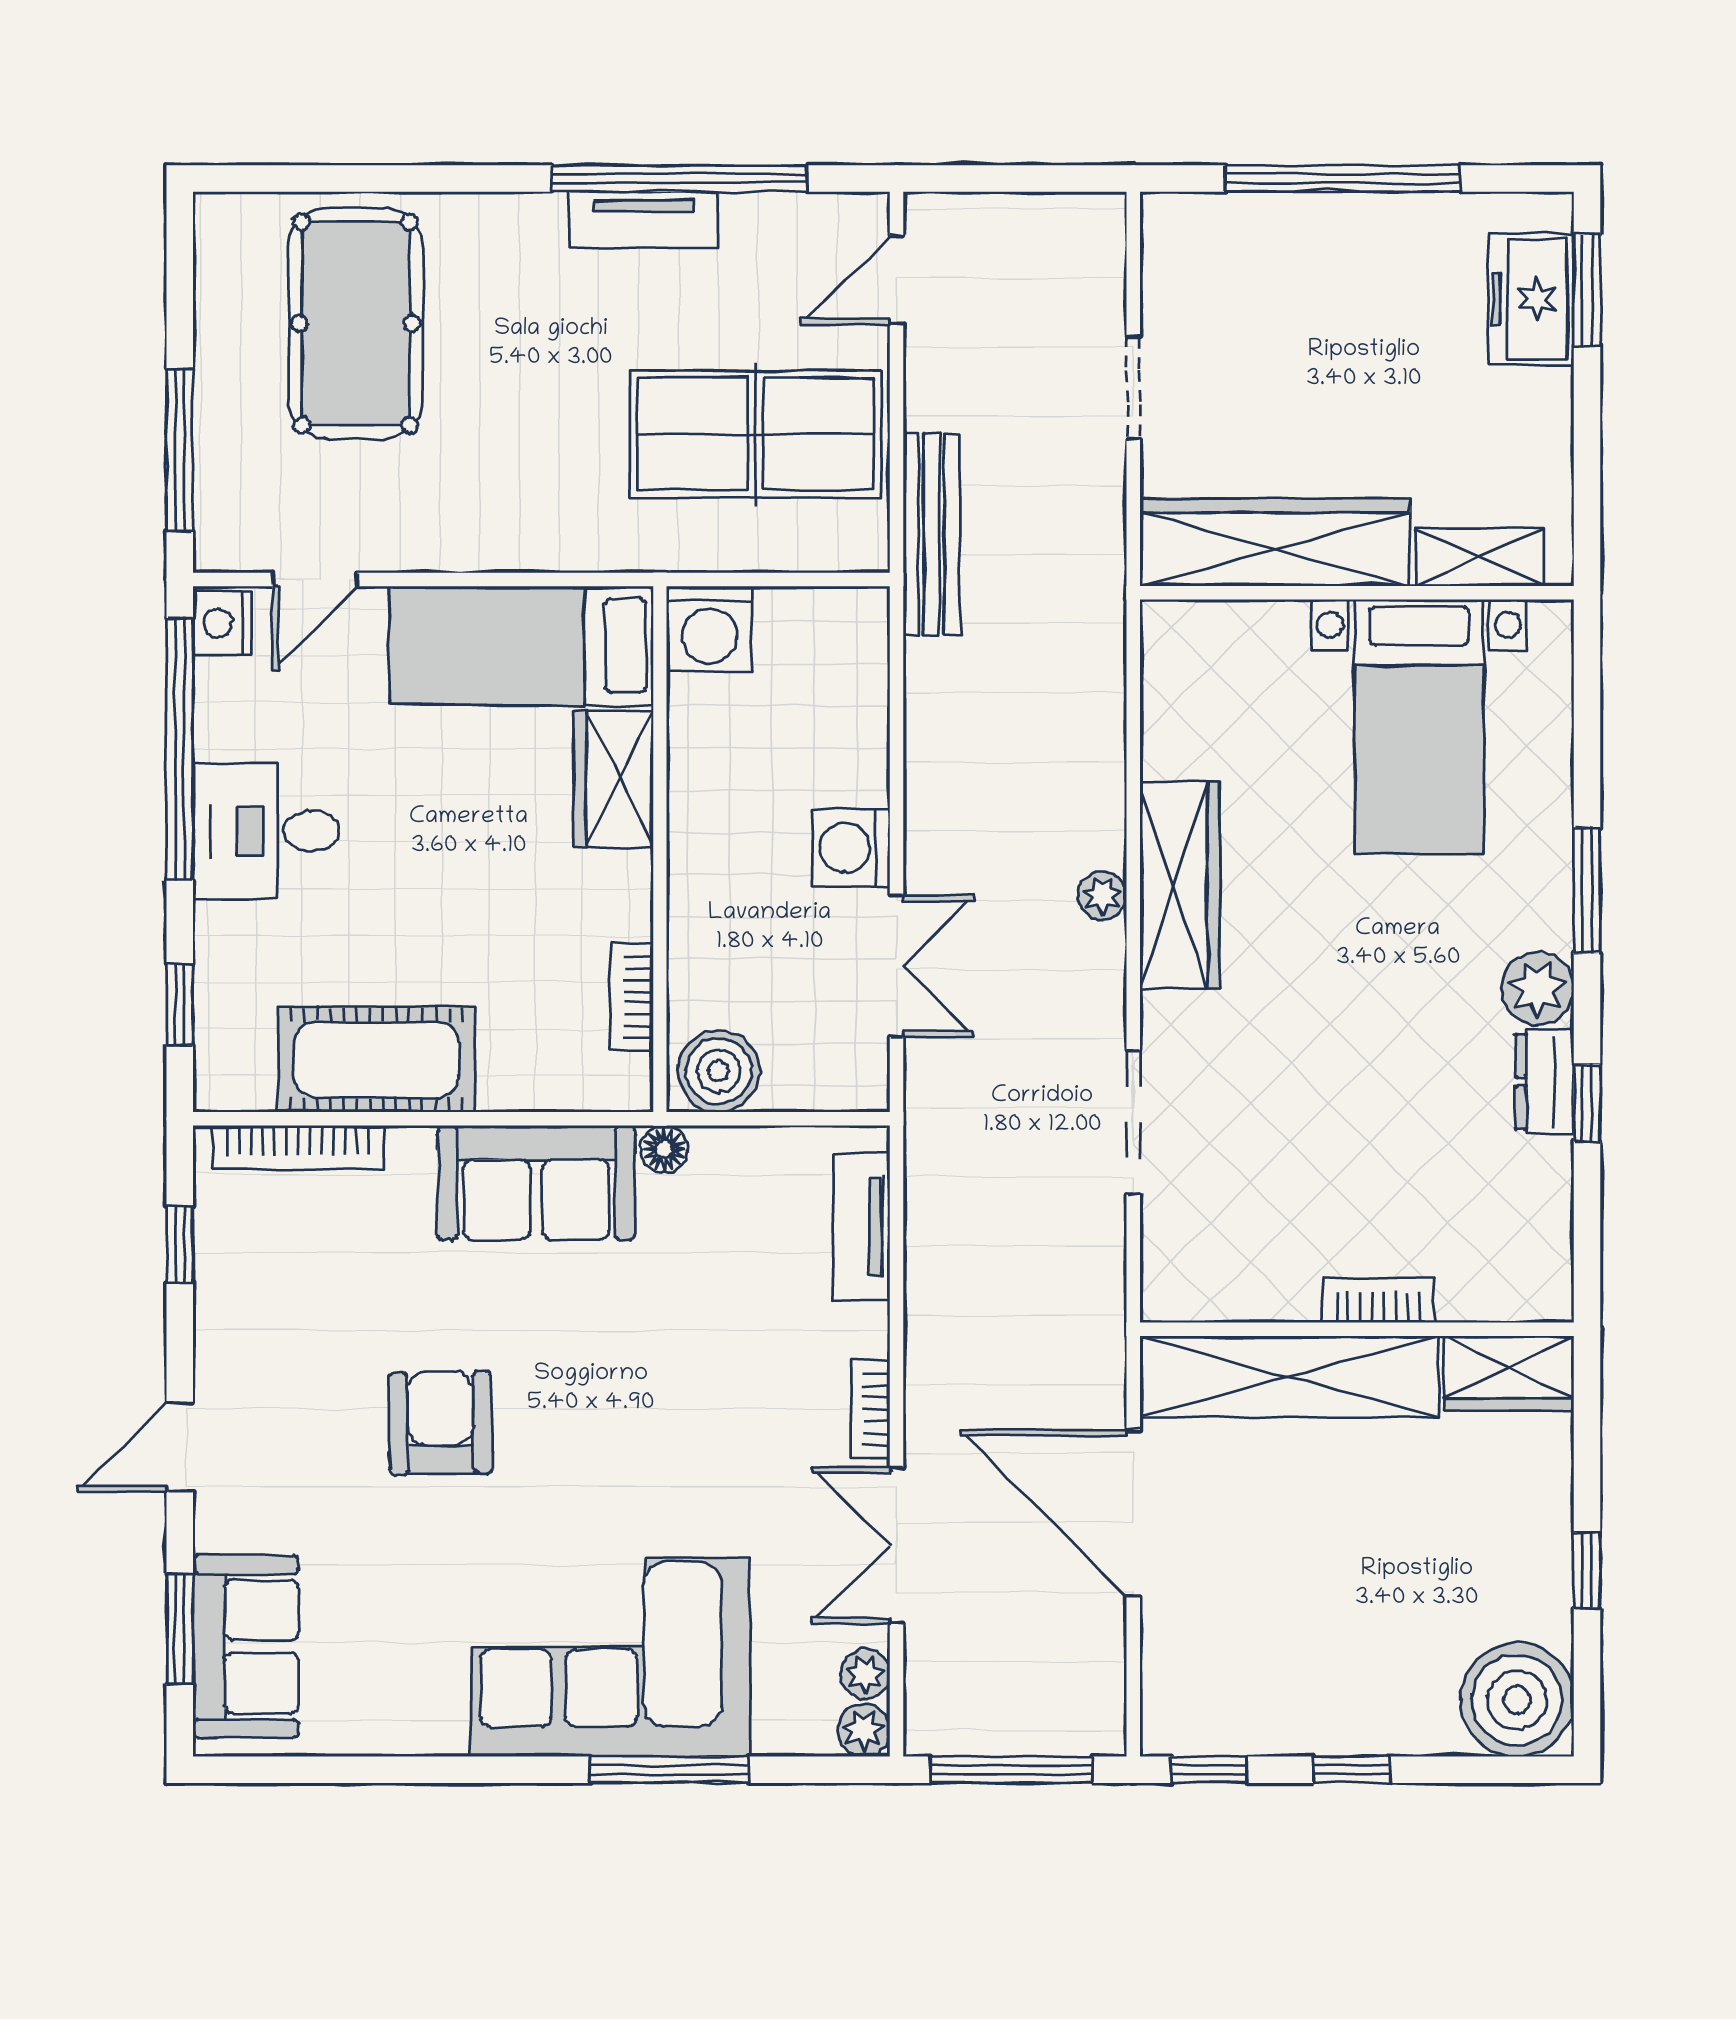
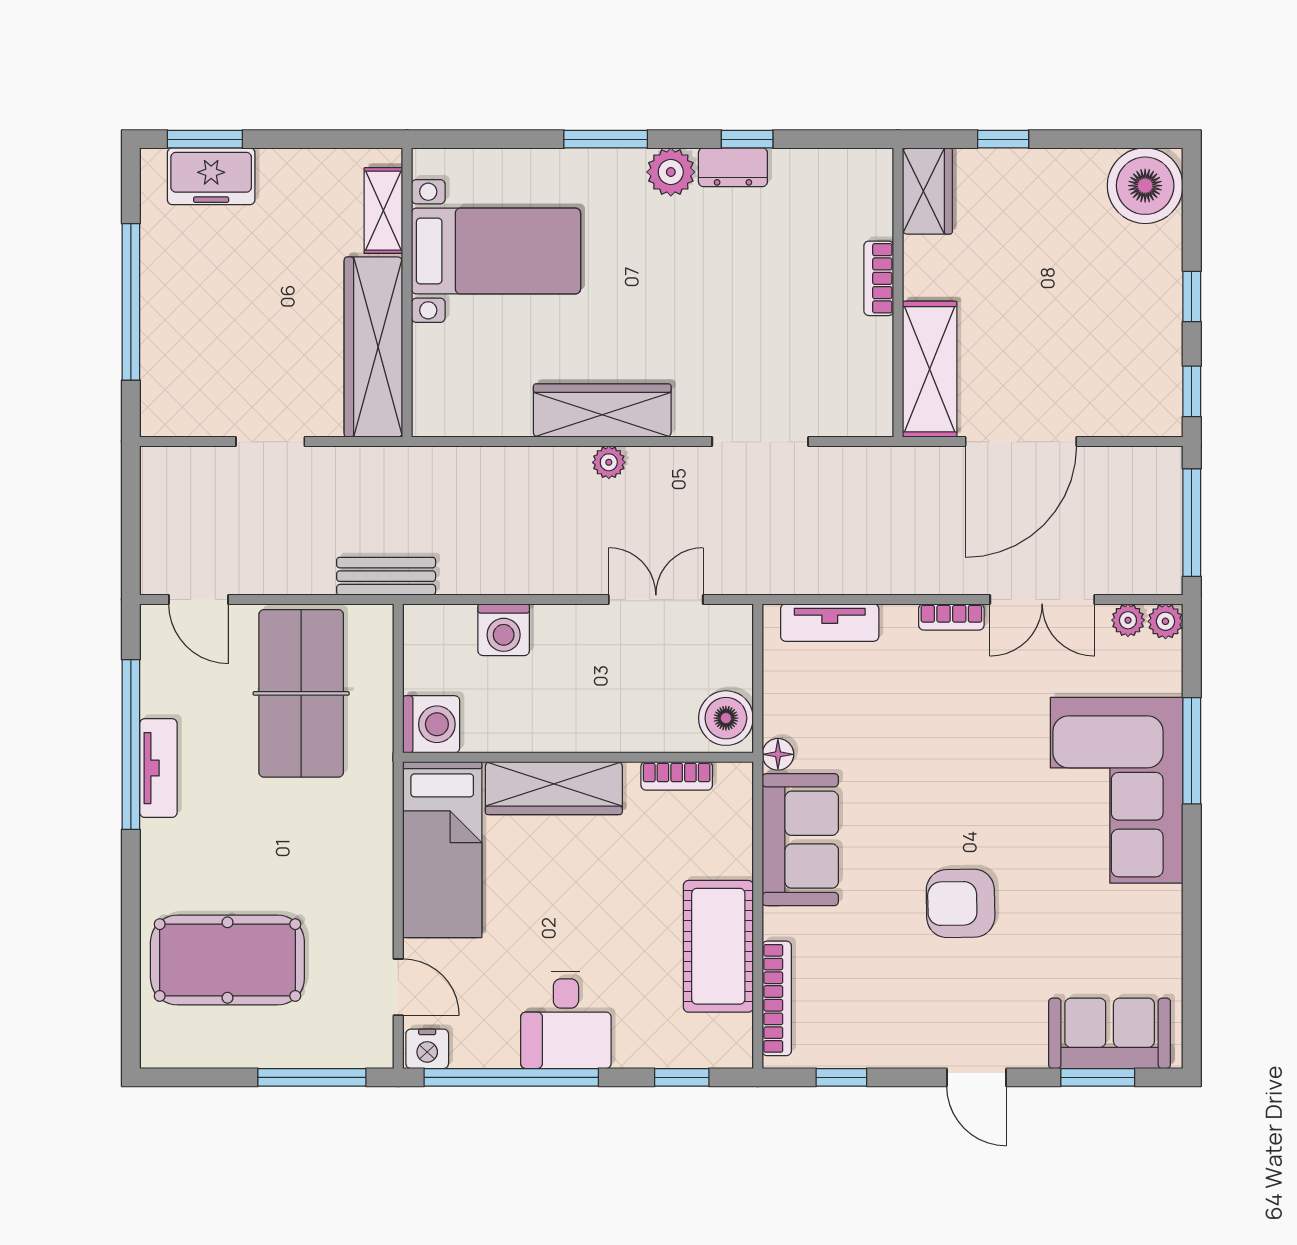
bench: (931, 534) -> (386, 576), width x0.73
wardrobe: (614, 779) -> (554, 788), width x1.50
washing machine: (851, 848) -> (504, 630), moved
shelving: (1289, 1377) -> (930, 369), width x0.68
window: (1587, 1570) -> (1003, 139), moved

